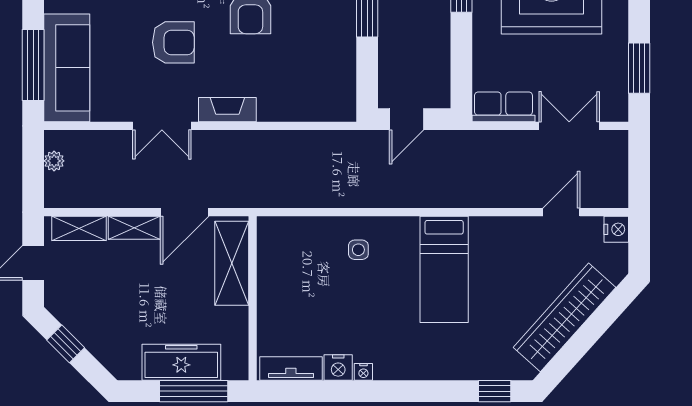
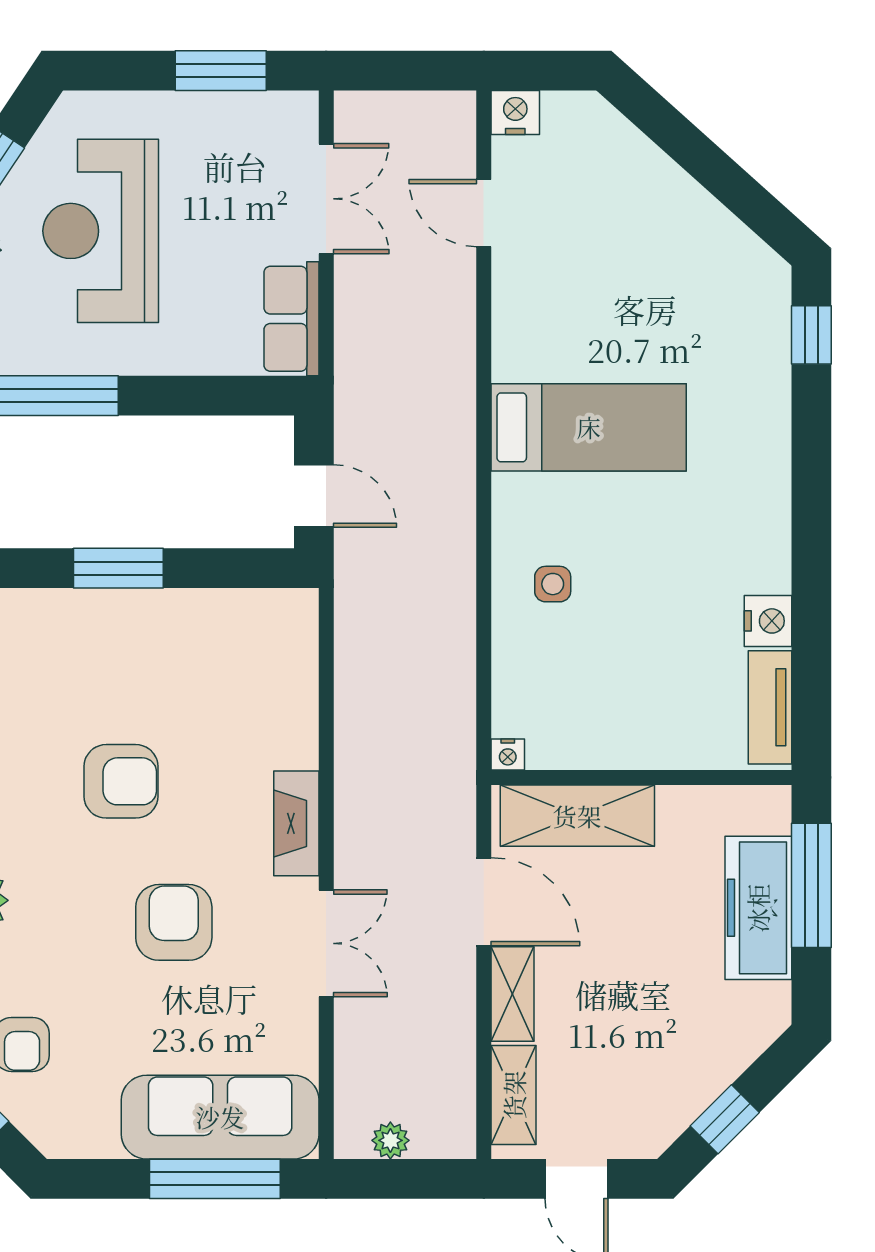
double door: (569, 126) -> (326, 199), swing flipped
wardrobe: (565, 317) -> (676, 207), removed
nightstand: (363, 372) -> (508, 754), moved, turned 90

